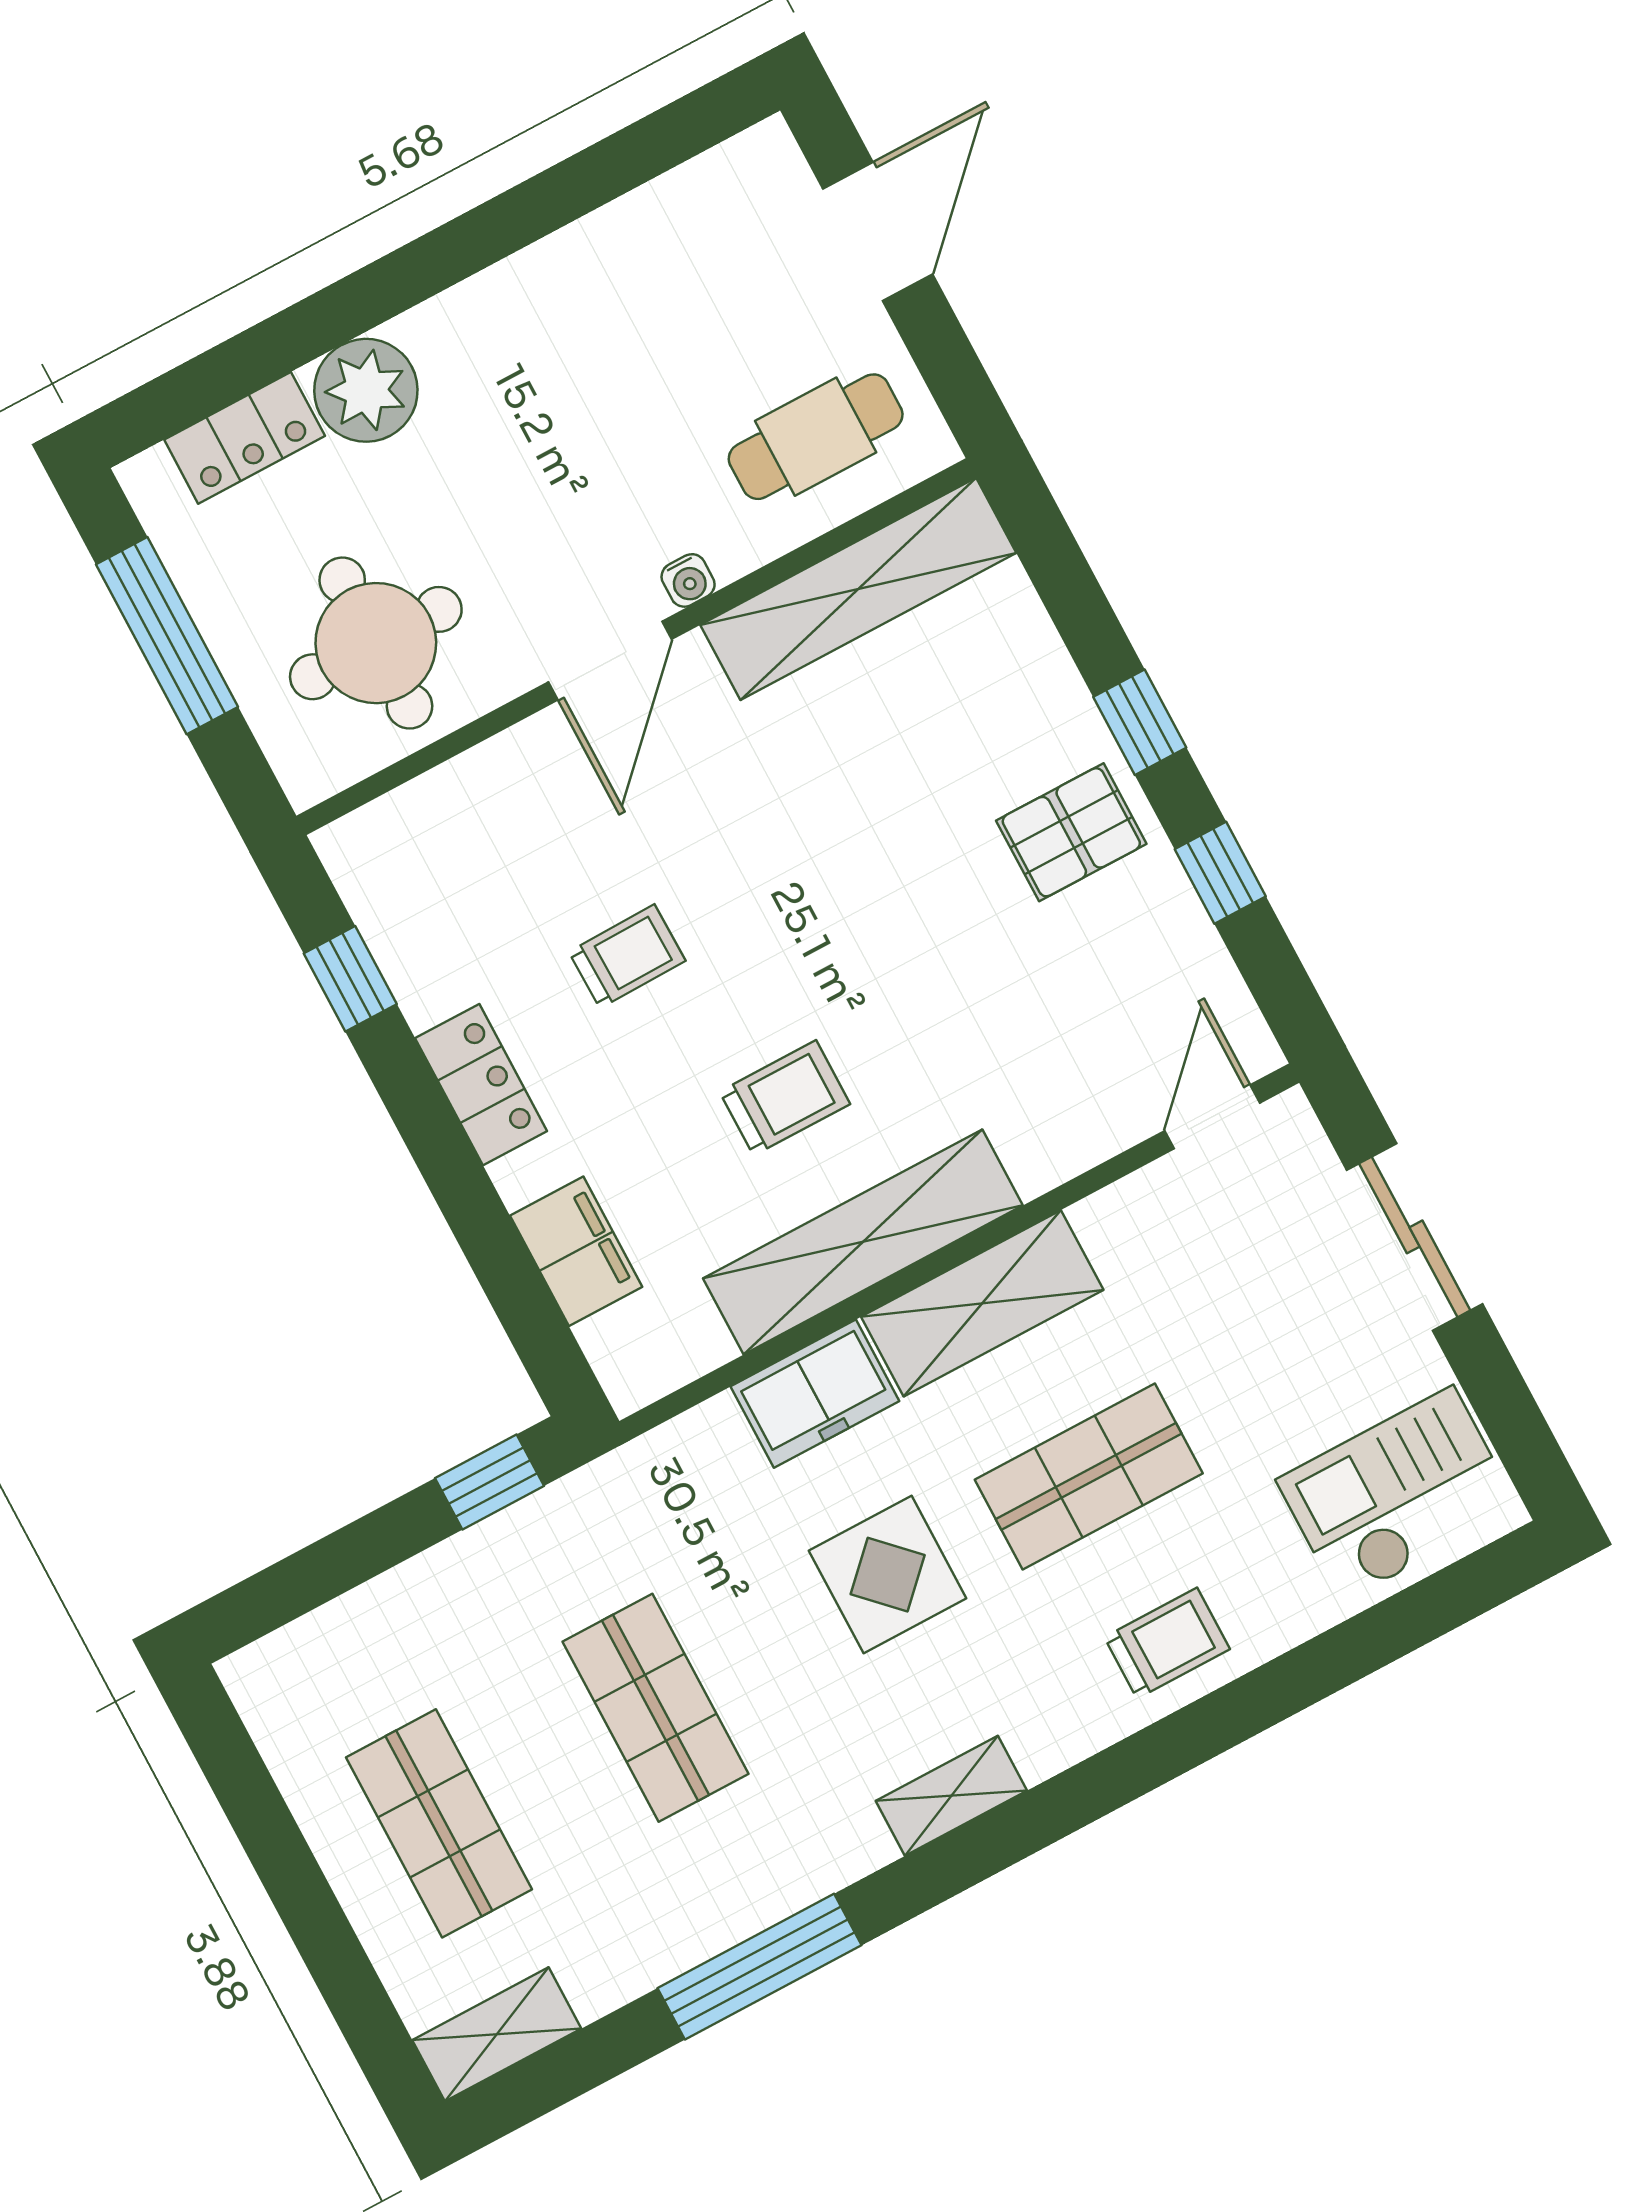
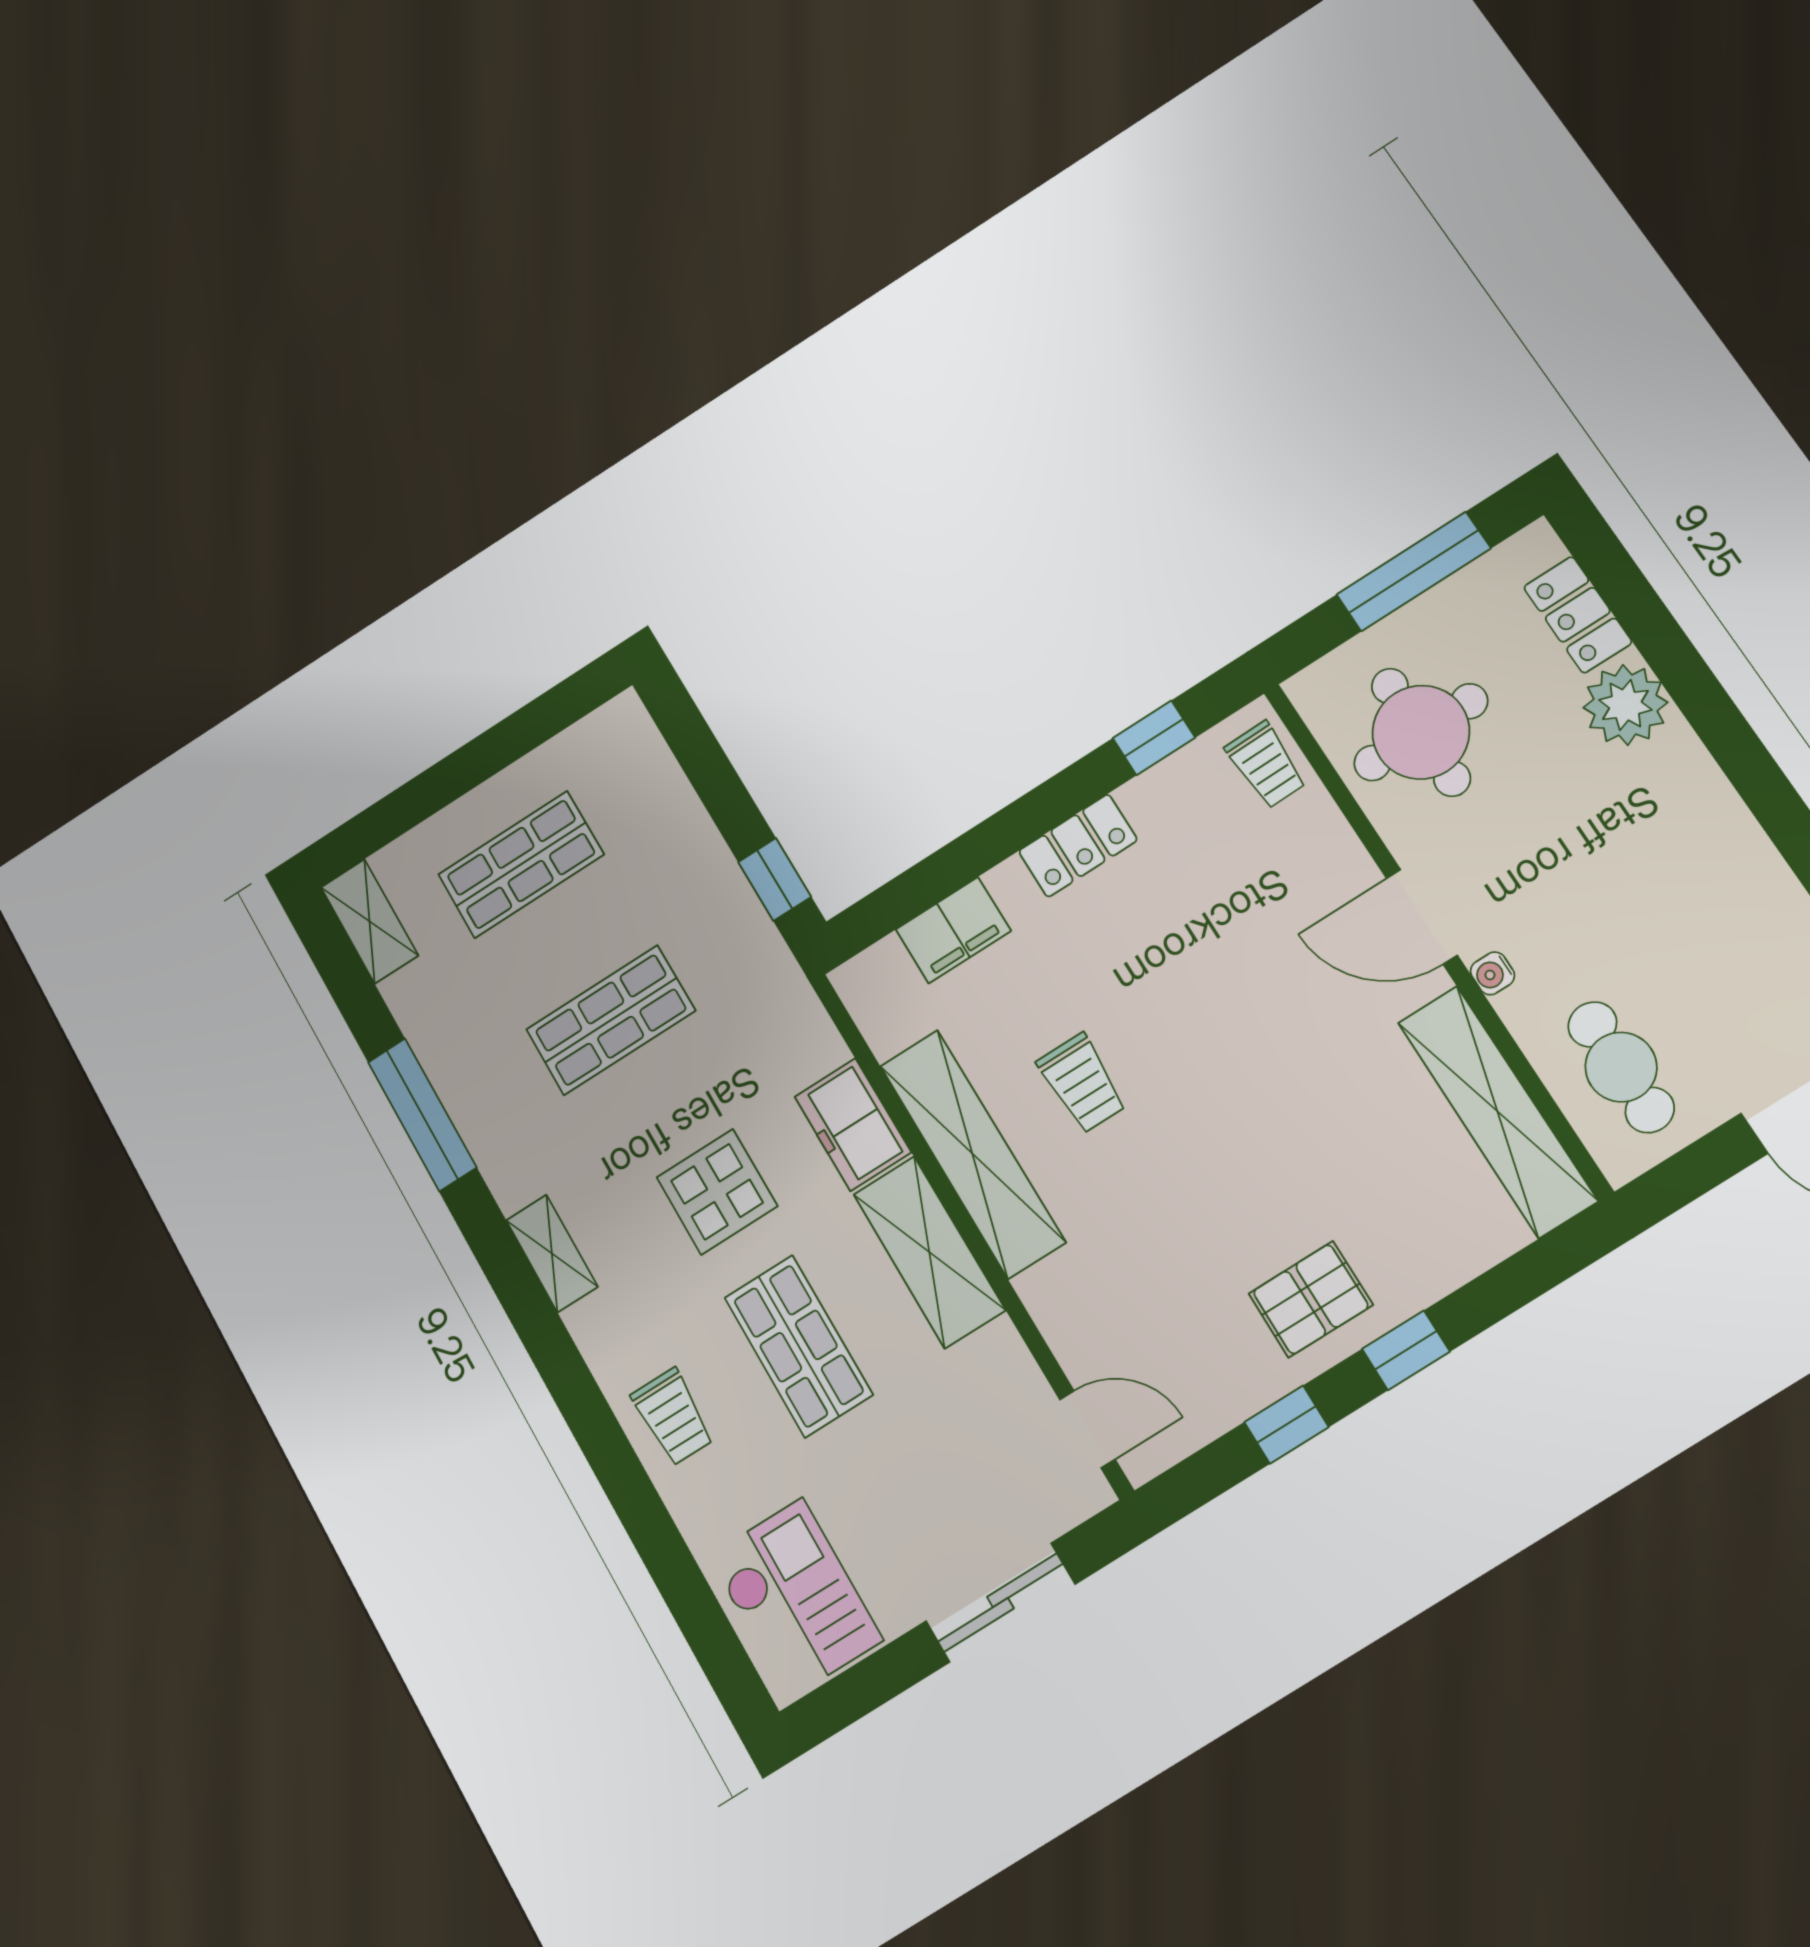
pallet: (1071, 832) -> (1311, 1299), turned 90
trolley: (627, 956) -> (1266, 765), moved

